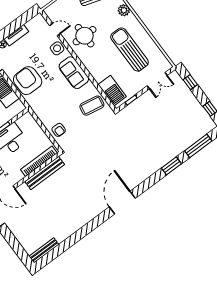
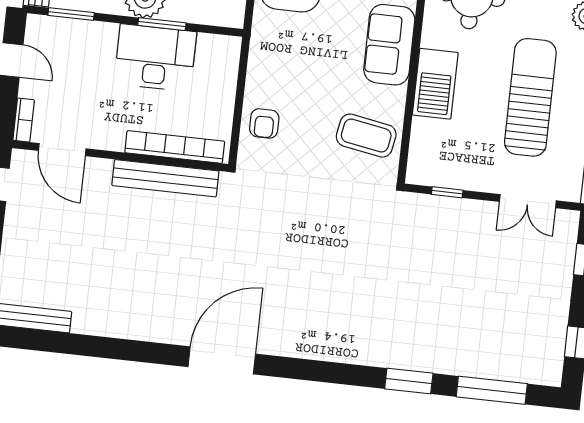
barbecue: (112, 91) -> (435, 84), moved
door: (122, 203) -> (222, 360), moved

